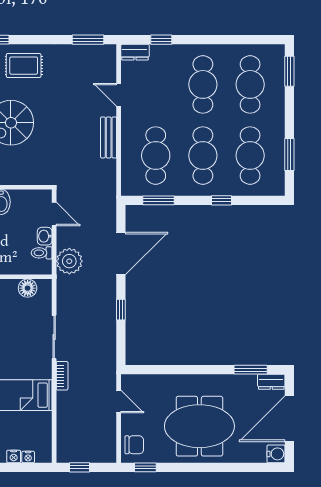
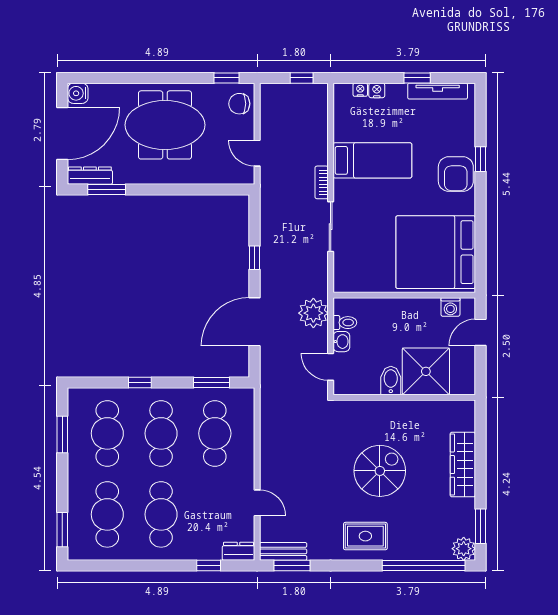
bench: (109, 137) -> (283, 551), moved, turned 90
floor lamp: (28, 288) -> (361, 282), removed
dresser: (271, 382) -> (90, 176), width x1.44

